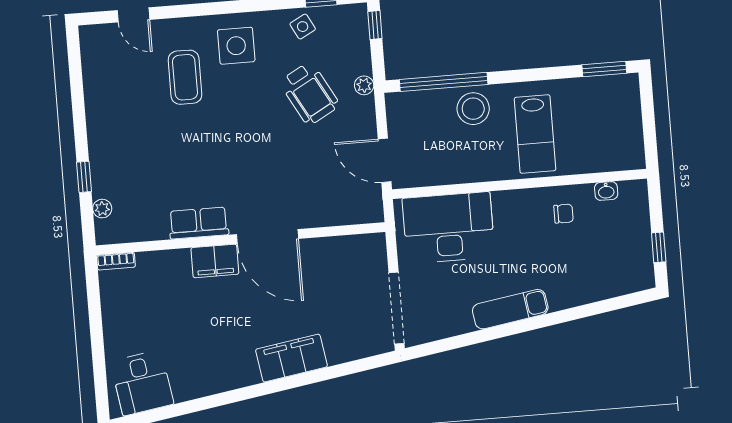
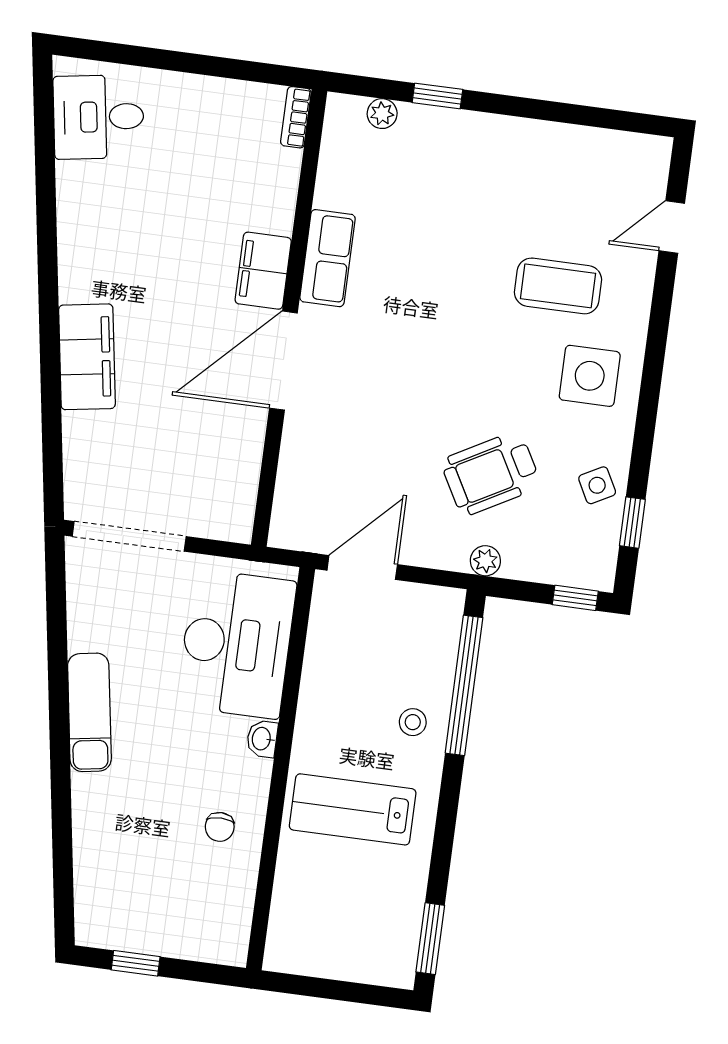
stool: (473, 109) -> (413, 722), width x0.53, depth x0.53
washbasin: (606, 191) -> (262, 739), moved

